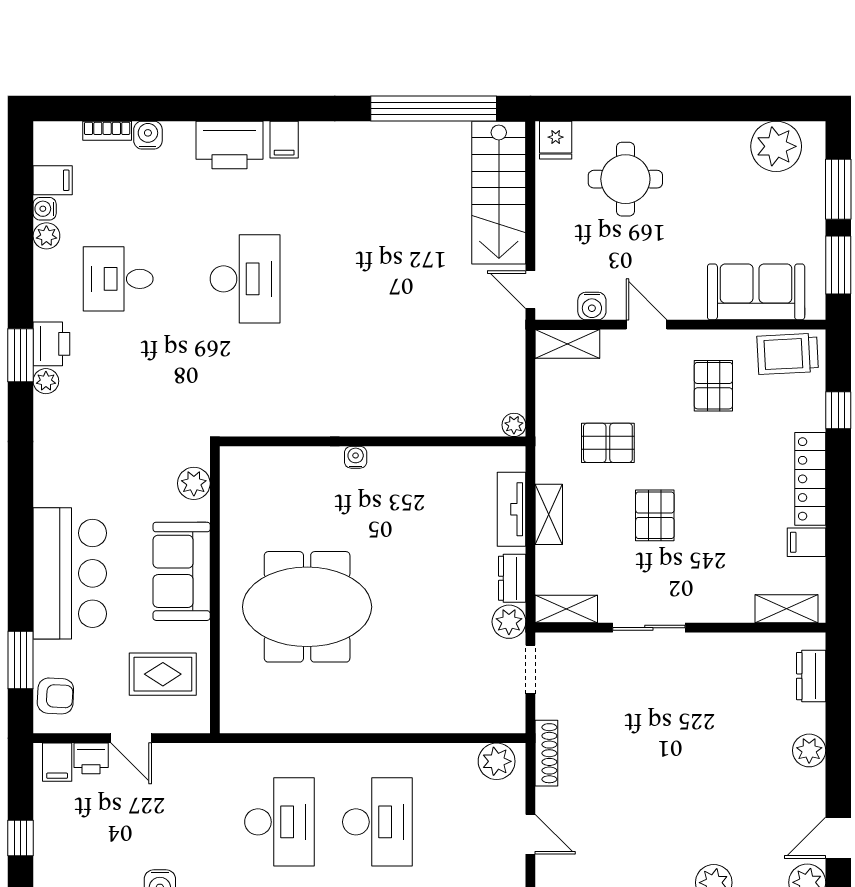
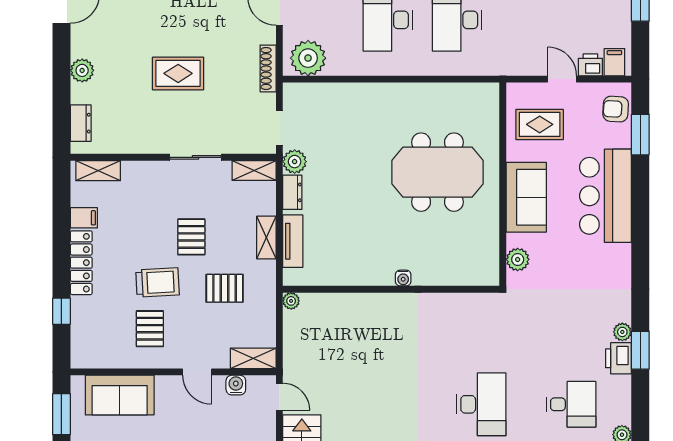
desk: (245, 279) -> (481, 404), turned 180
trolley: (788, 354) -> (158, 282), moved
rug: (674, 746) -> (178, 73), added
plant: (497, 761) -> (308, 58), width x1.36, depth x1.36

